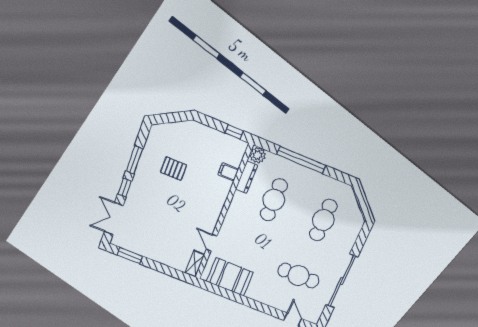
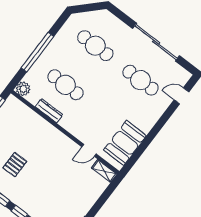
filing cabinet: (228, 172) -> (30, 118), removed
dresser: (247, 177) -> (49, 111), moved
cafe table: (298, 276) -> (141, 80), turned 90

